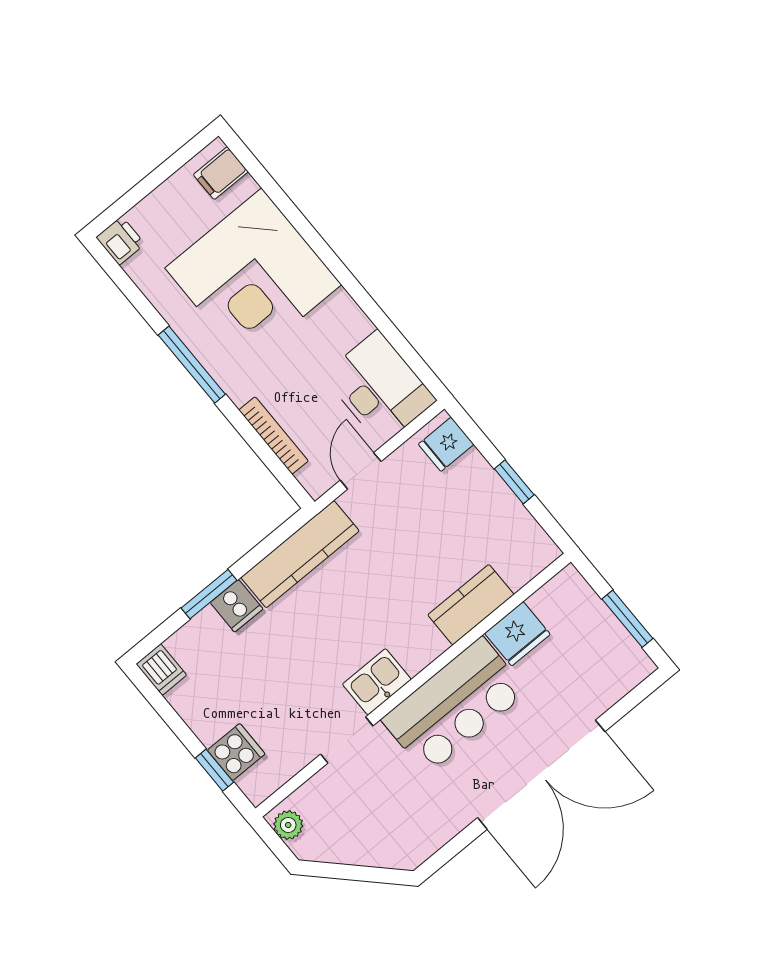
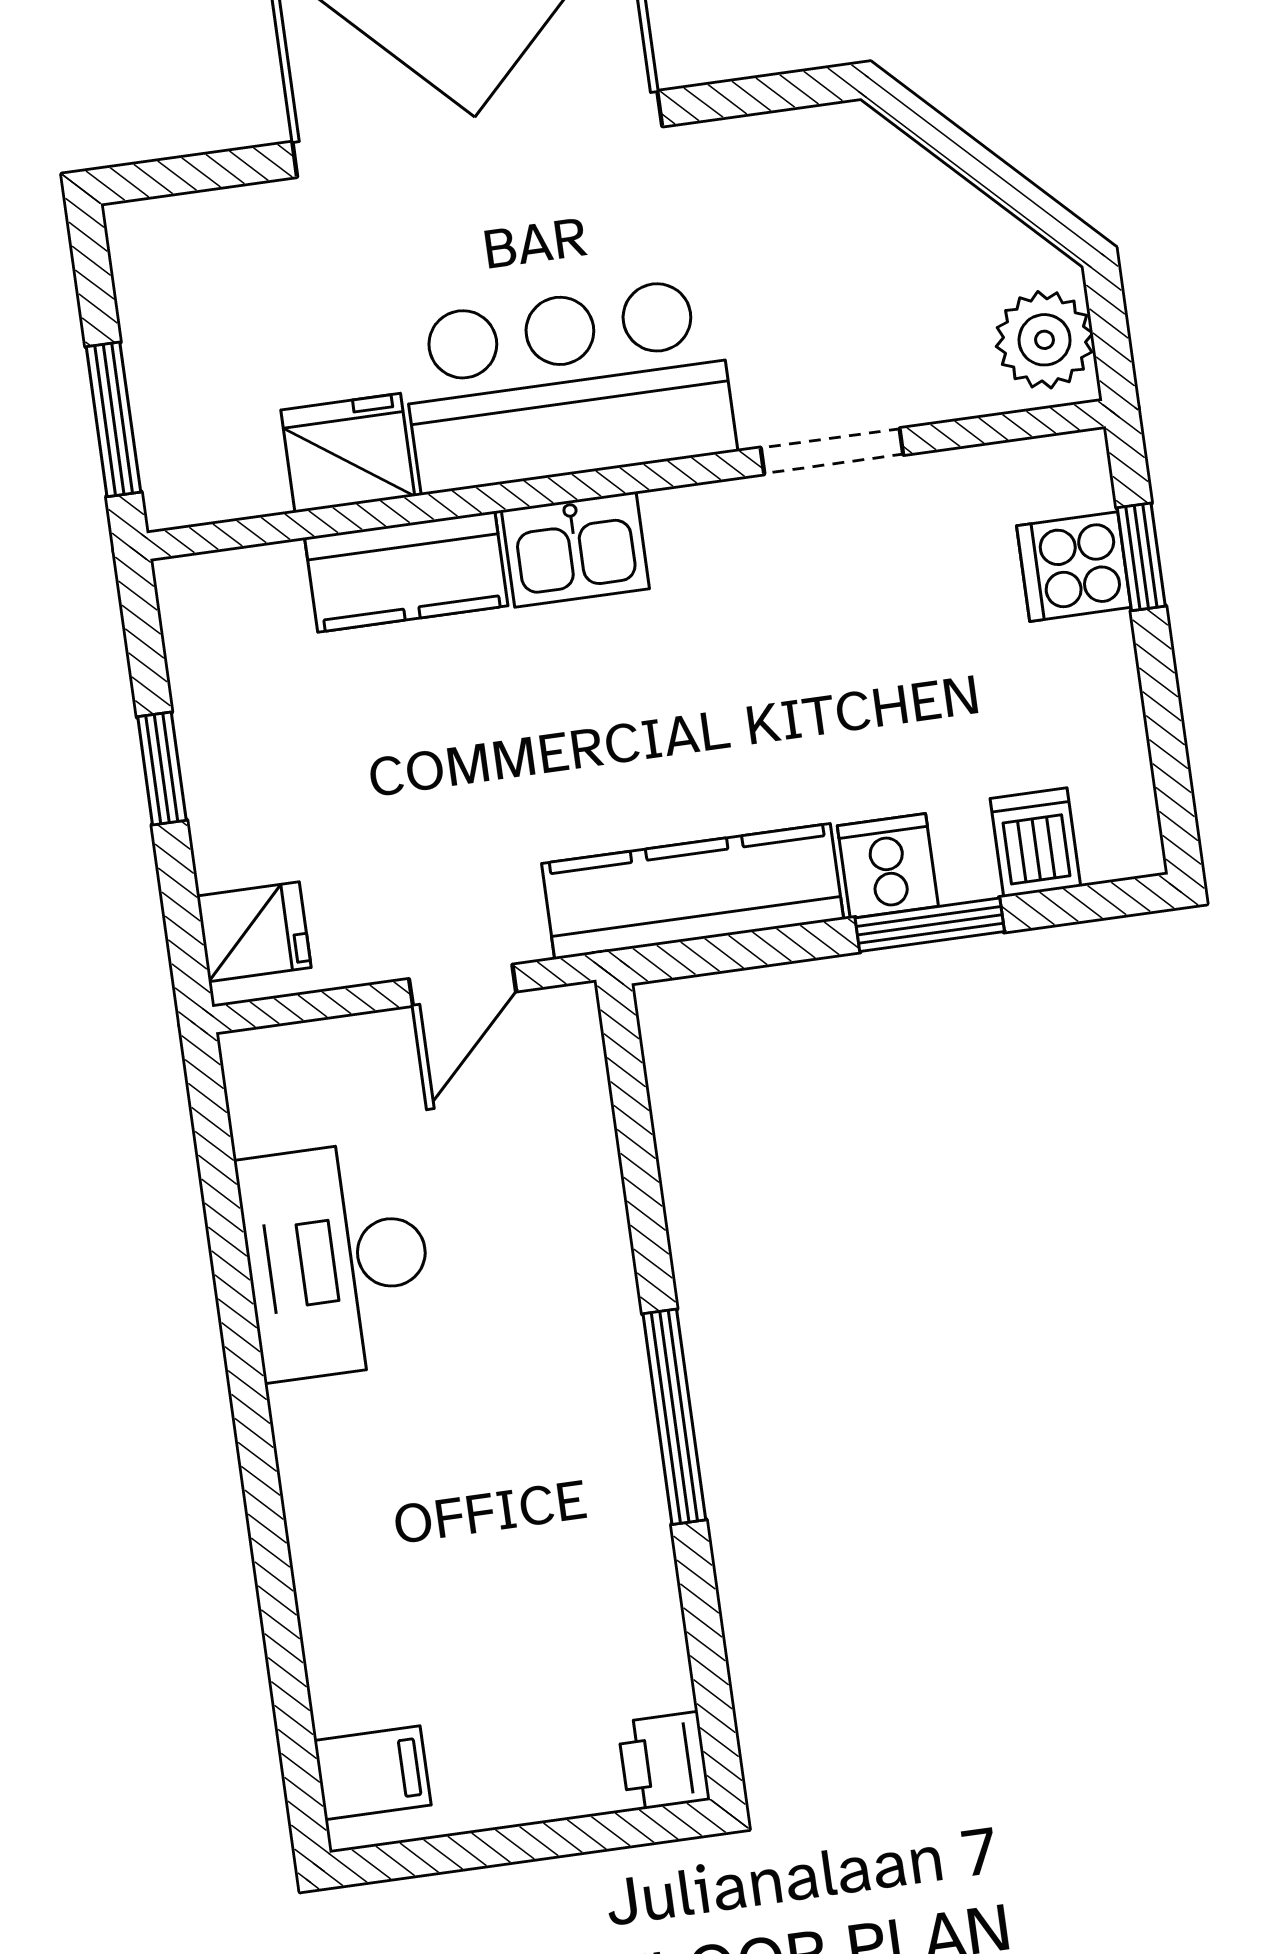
corner desk: (253, 276) -> (437, 1520), removed
desk: (379, 388) -> (337, 1260), moved
bookcase: (274, 435) -> (596, 1168), removed
window: (627, 619) -> (113, 419), moved
dishwasher: (161, 670) -> (1035, 842), moved
kitchen sink: (377, 682) -> (575, 549), moved
plant: (288, 825) -> (1045, 340), width x1.38, depth x1.38

